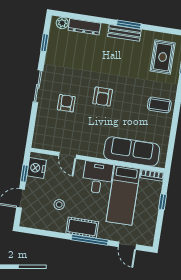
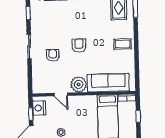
armchair: (103, 97) -> (79, 46), turned 180
plant: (93, 147) -> (79, 84), added
desk: (97, 178) -> (86, 107), removed

